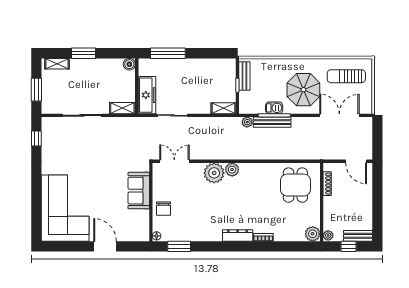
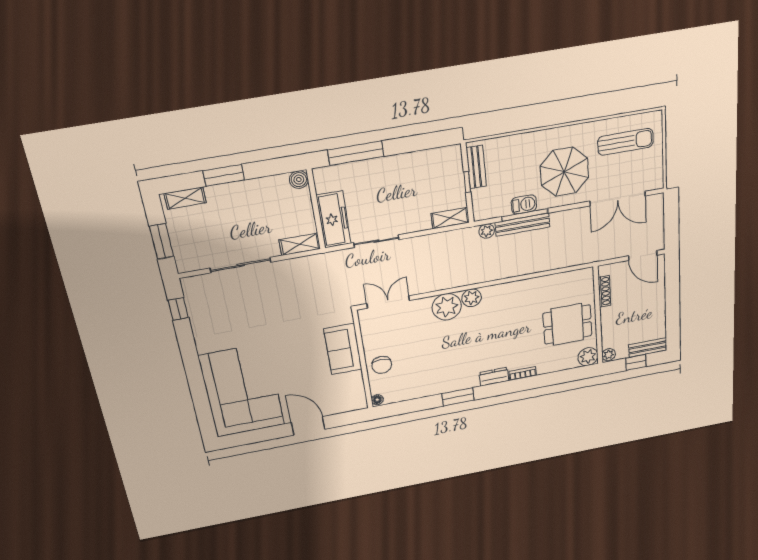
sun lounger: (346, 76) -> (626, 142), turned 180
double door: (339, 115) -> (618, 199), swing flipped
dining table: (295, 185) -> (567, 324), moved, turned 90
dresser: (238, 235) -> (494, 377), width x0.70
window: (179, 246) -> (458, 397), moved

